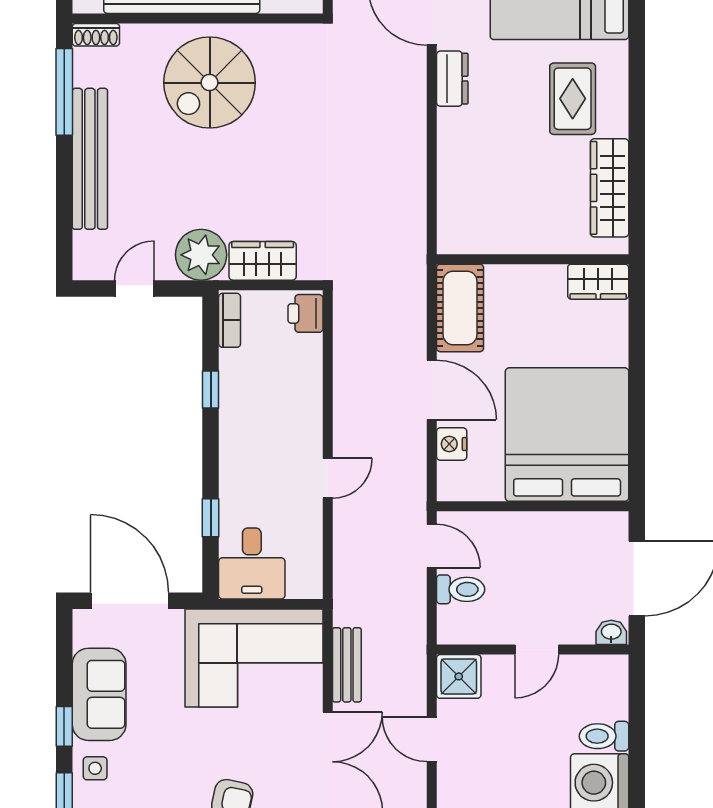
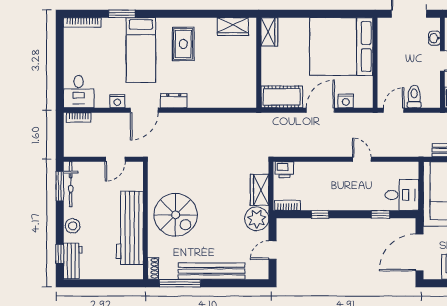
rug: (573, 99) -> (183, 44), turned 90
wardrobe: (610, 188) -> (233, 27), width x0.67
door: (134, 288) -> (273, 250), hinge flipped
washbasin: (611, 632) -> (434, 38), moved

